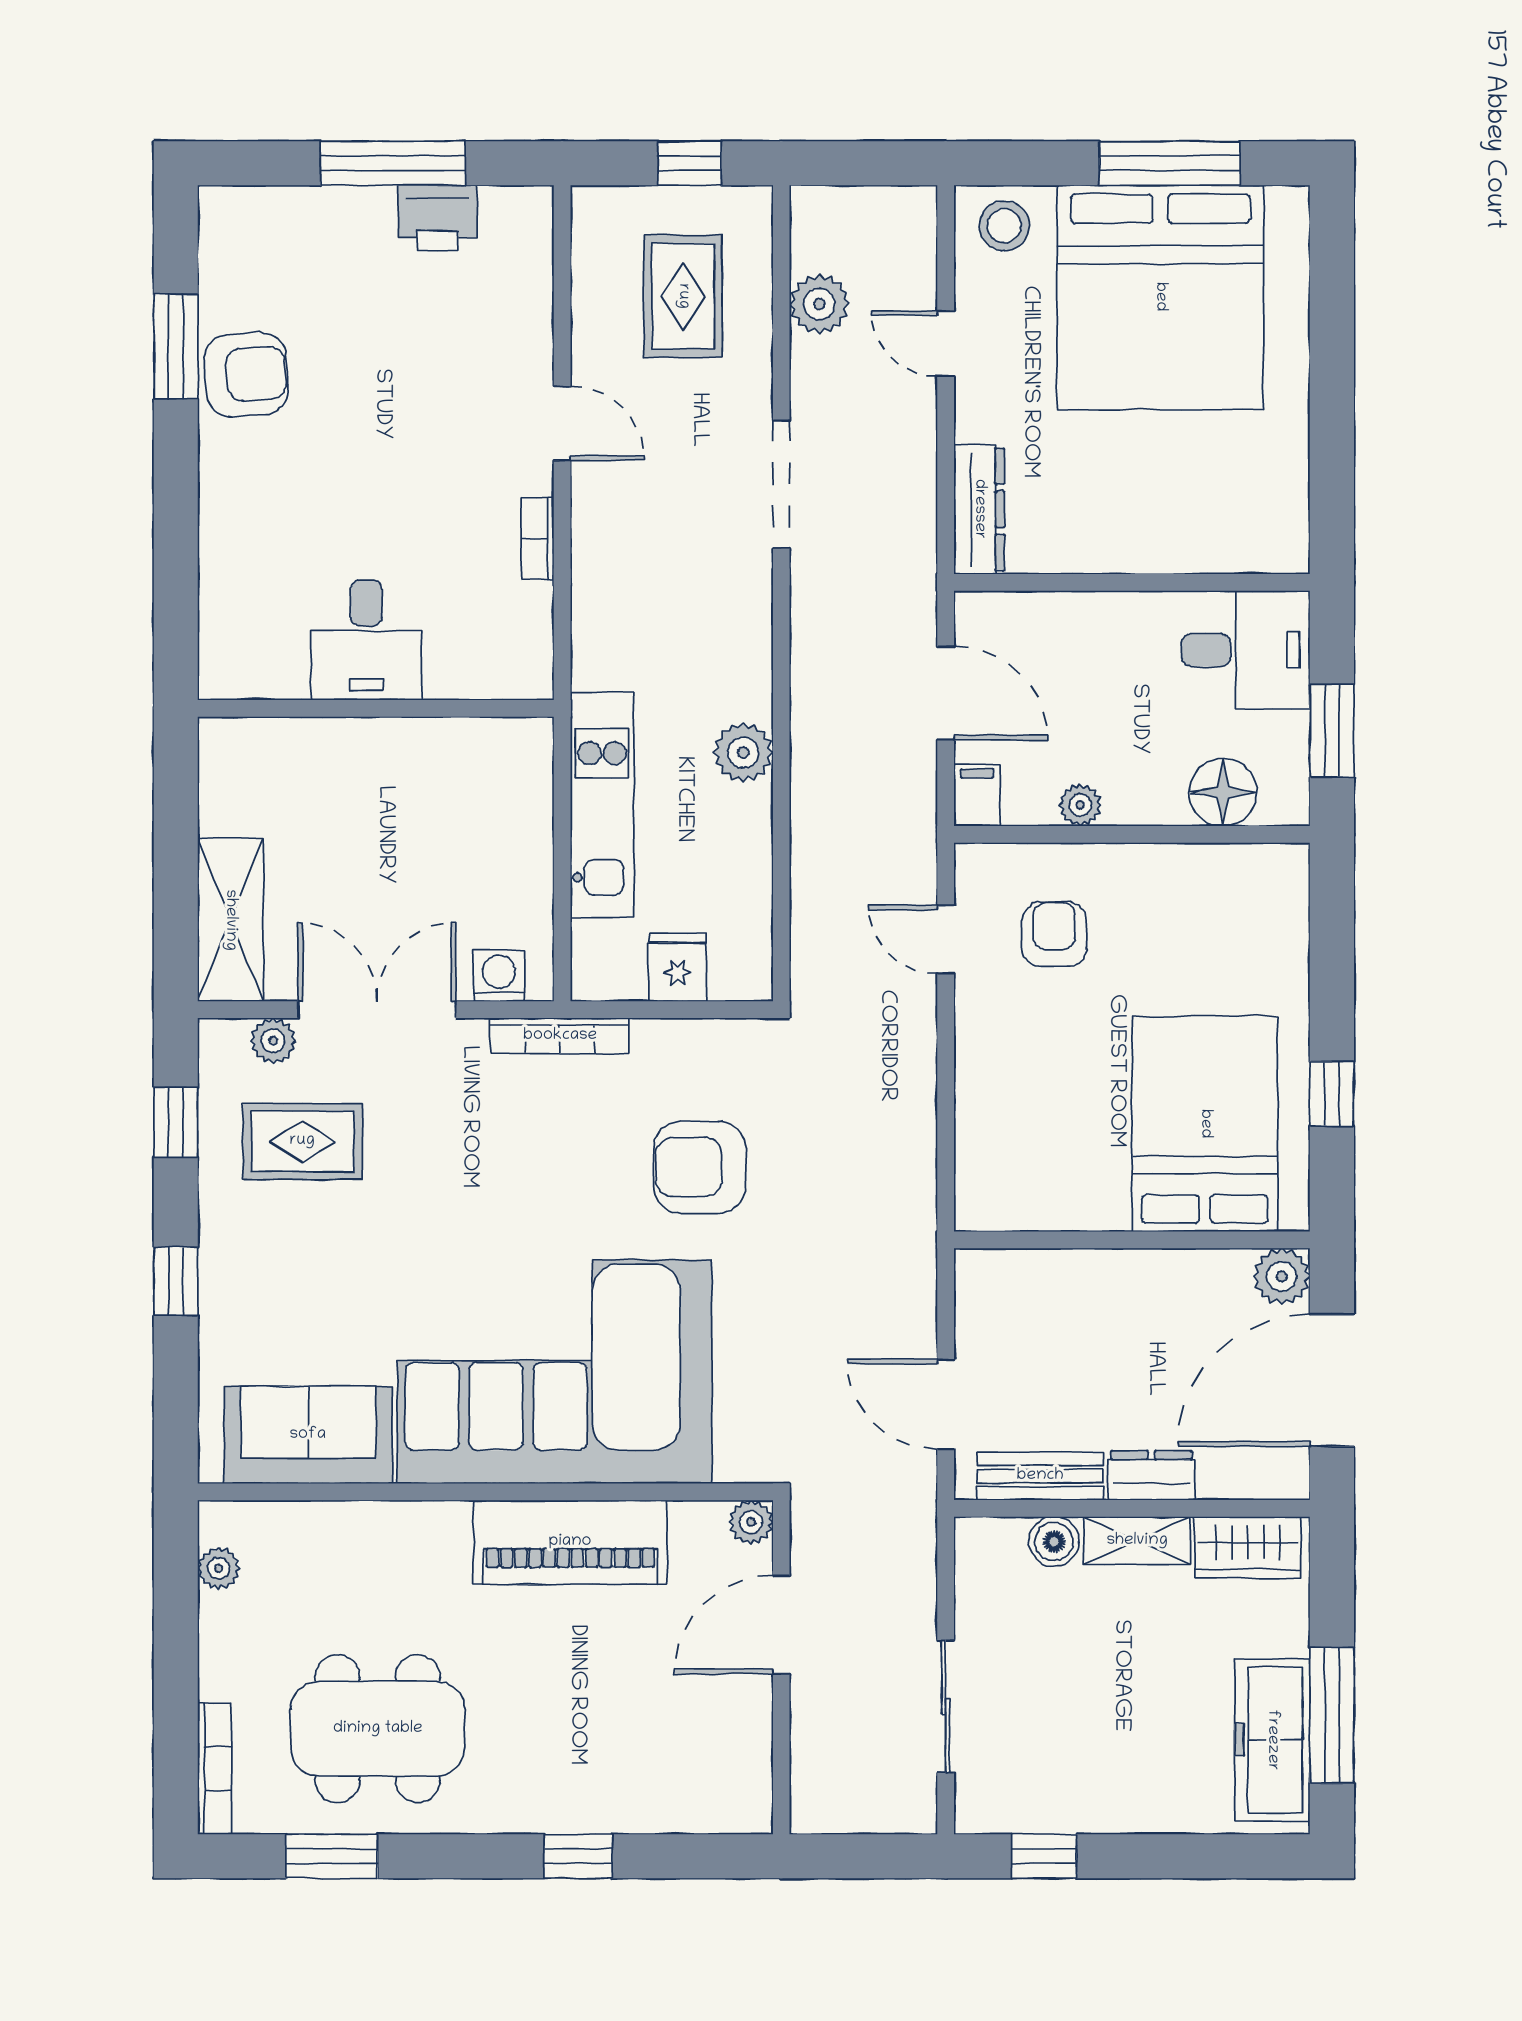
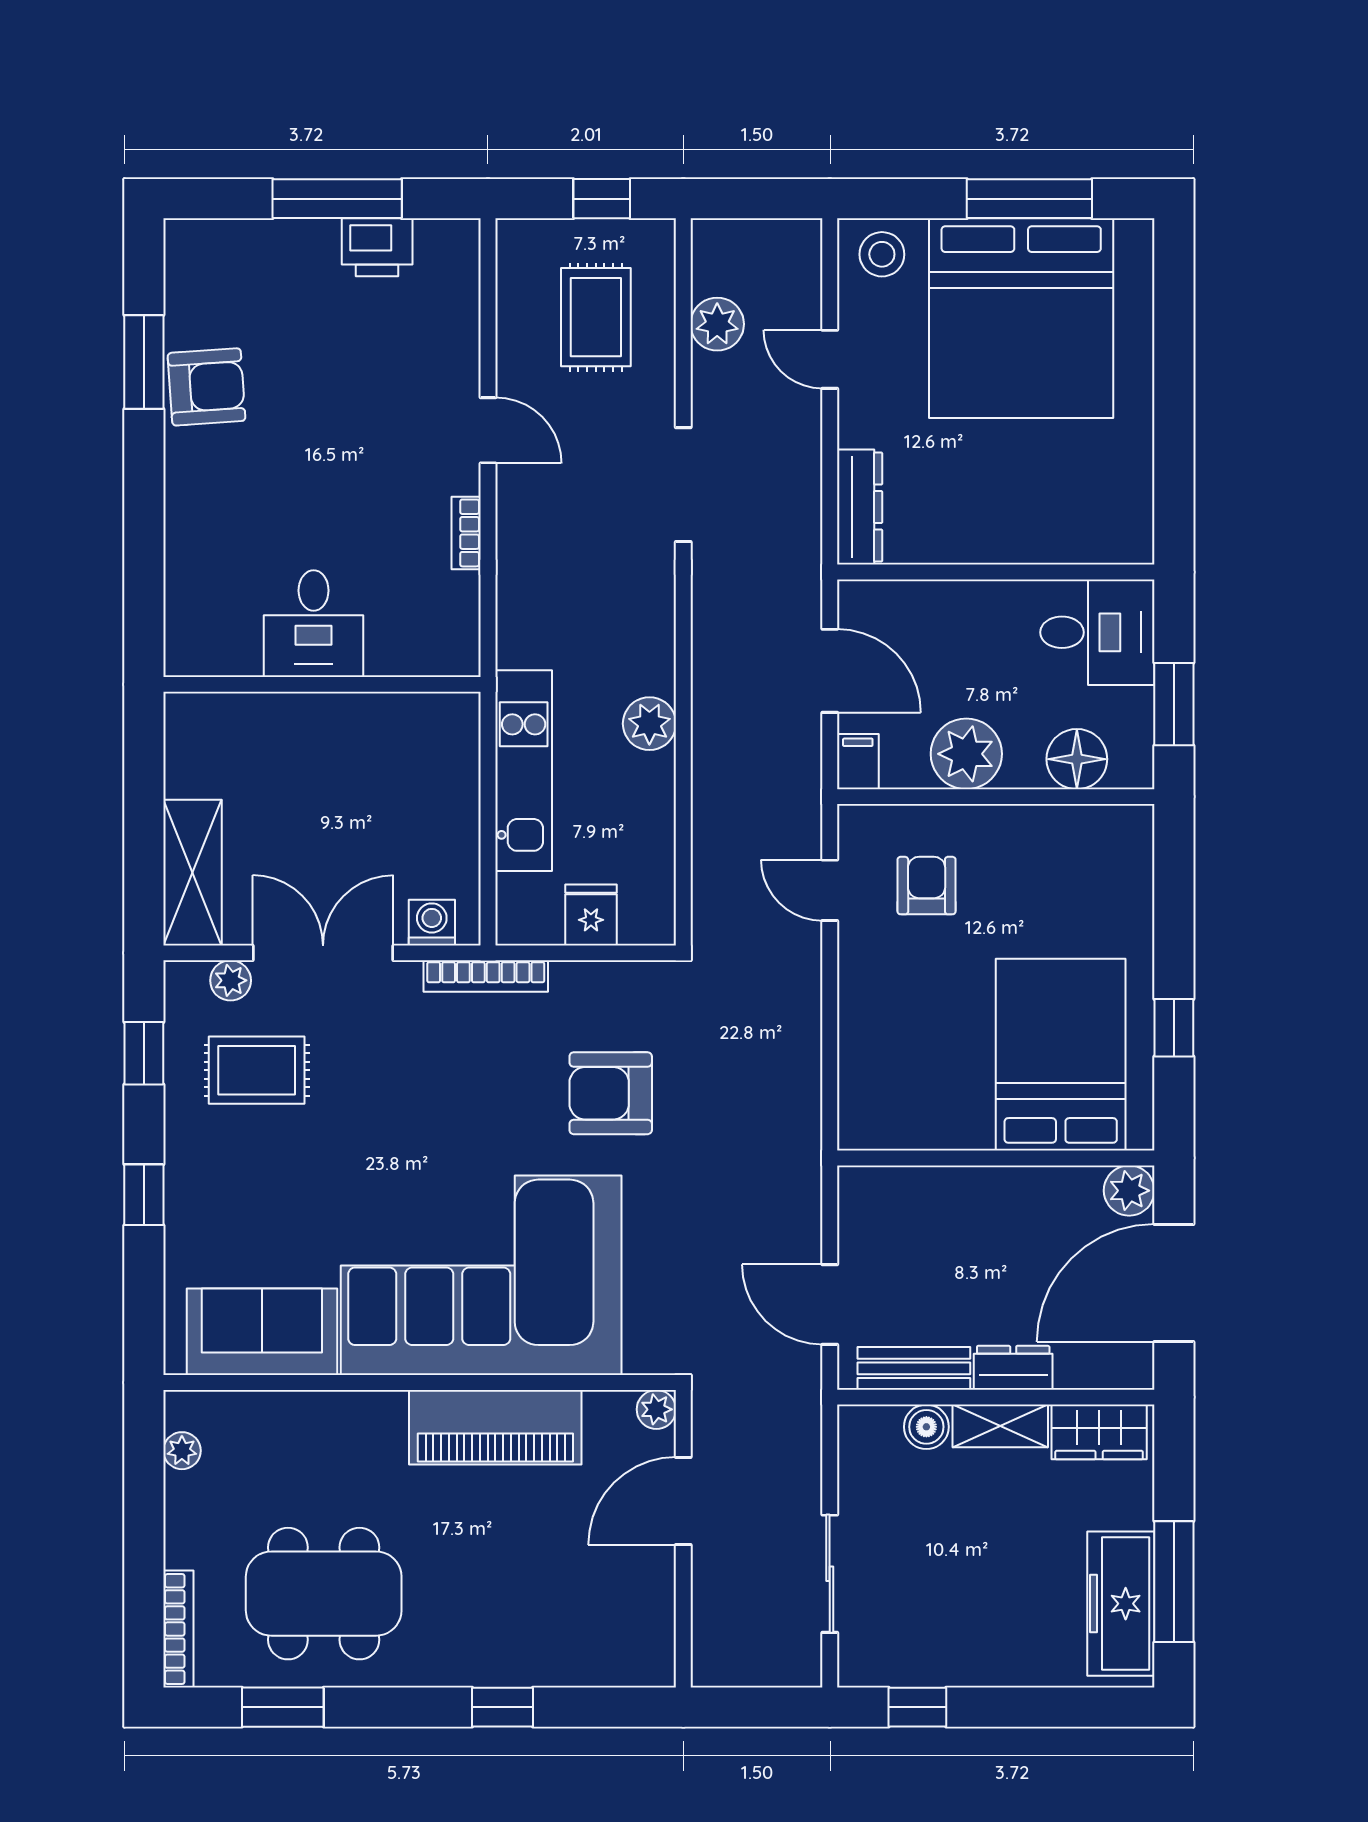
plant: (1080, 805) -> (966, 754), width x1.87, depth x1.87

